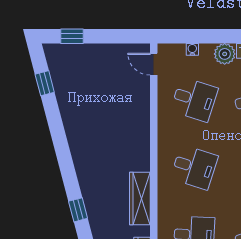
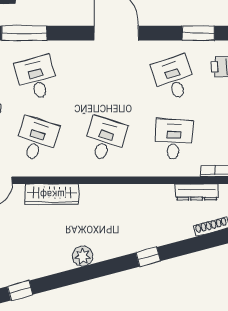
plant: (79, 145) -> (83, 256), added
wardrobe: (140, 199) -> (52, 194), moved

